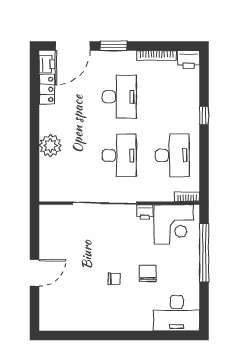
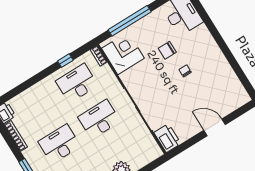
window: (204, 115) -> (65, 61), moved
printer: (145, 212) -> (167, 138), moved, width x1.87, depth x1.48

